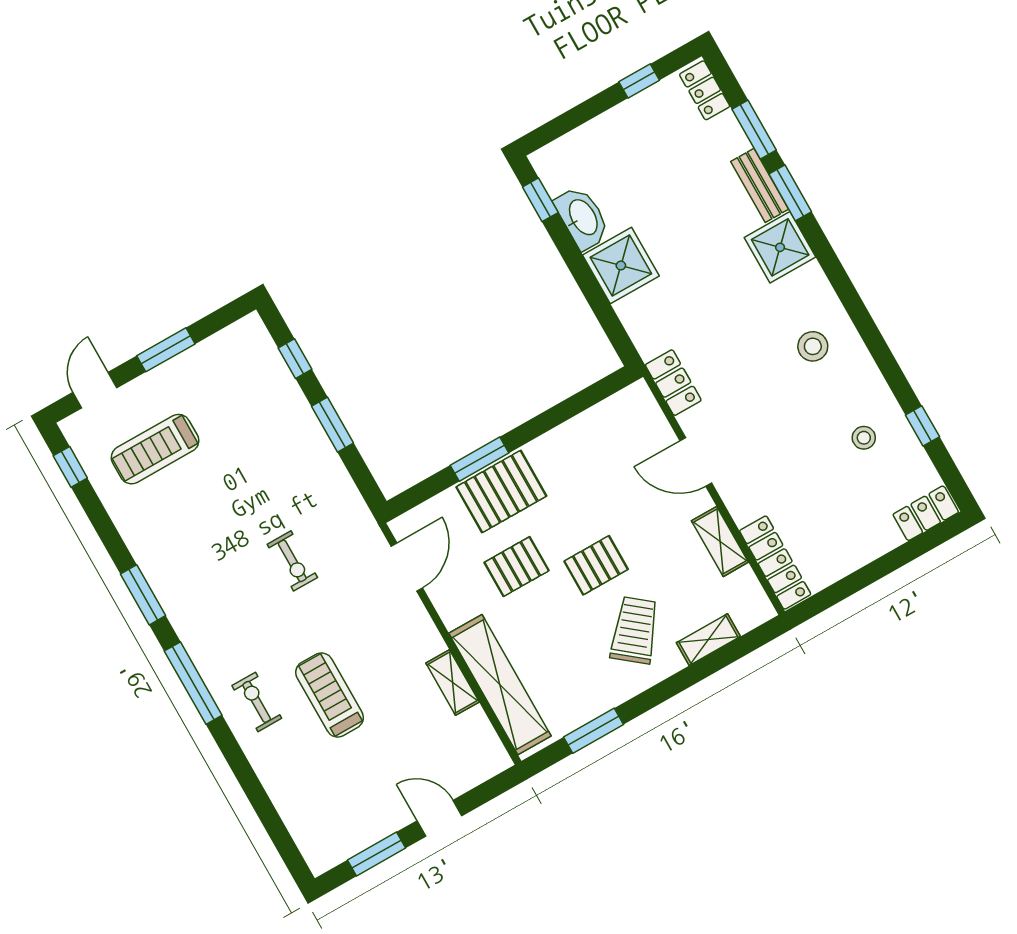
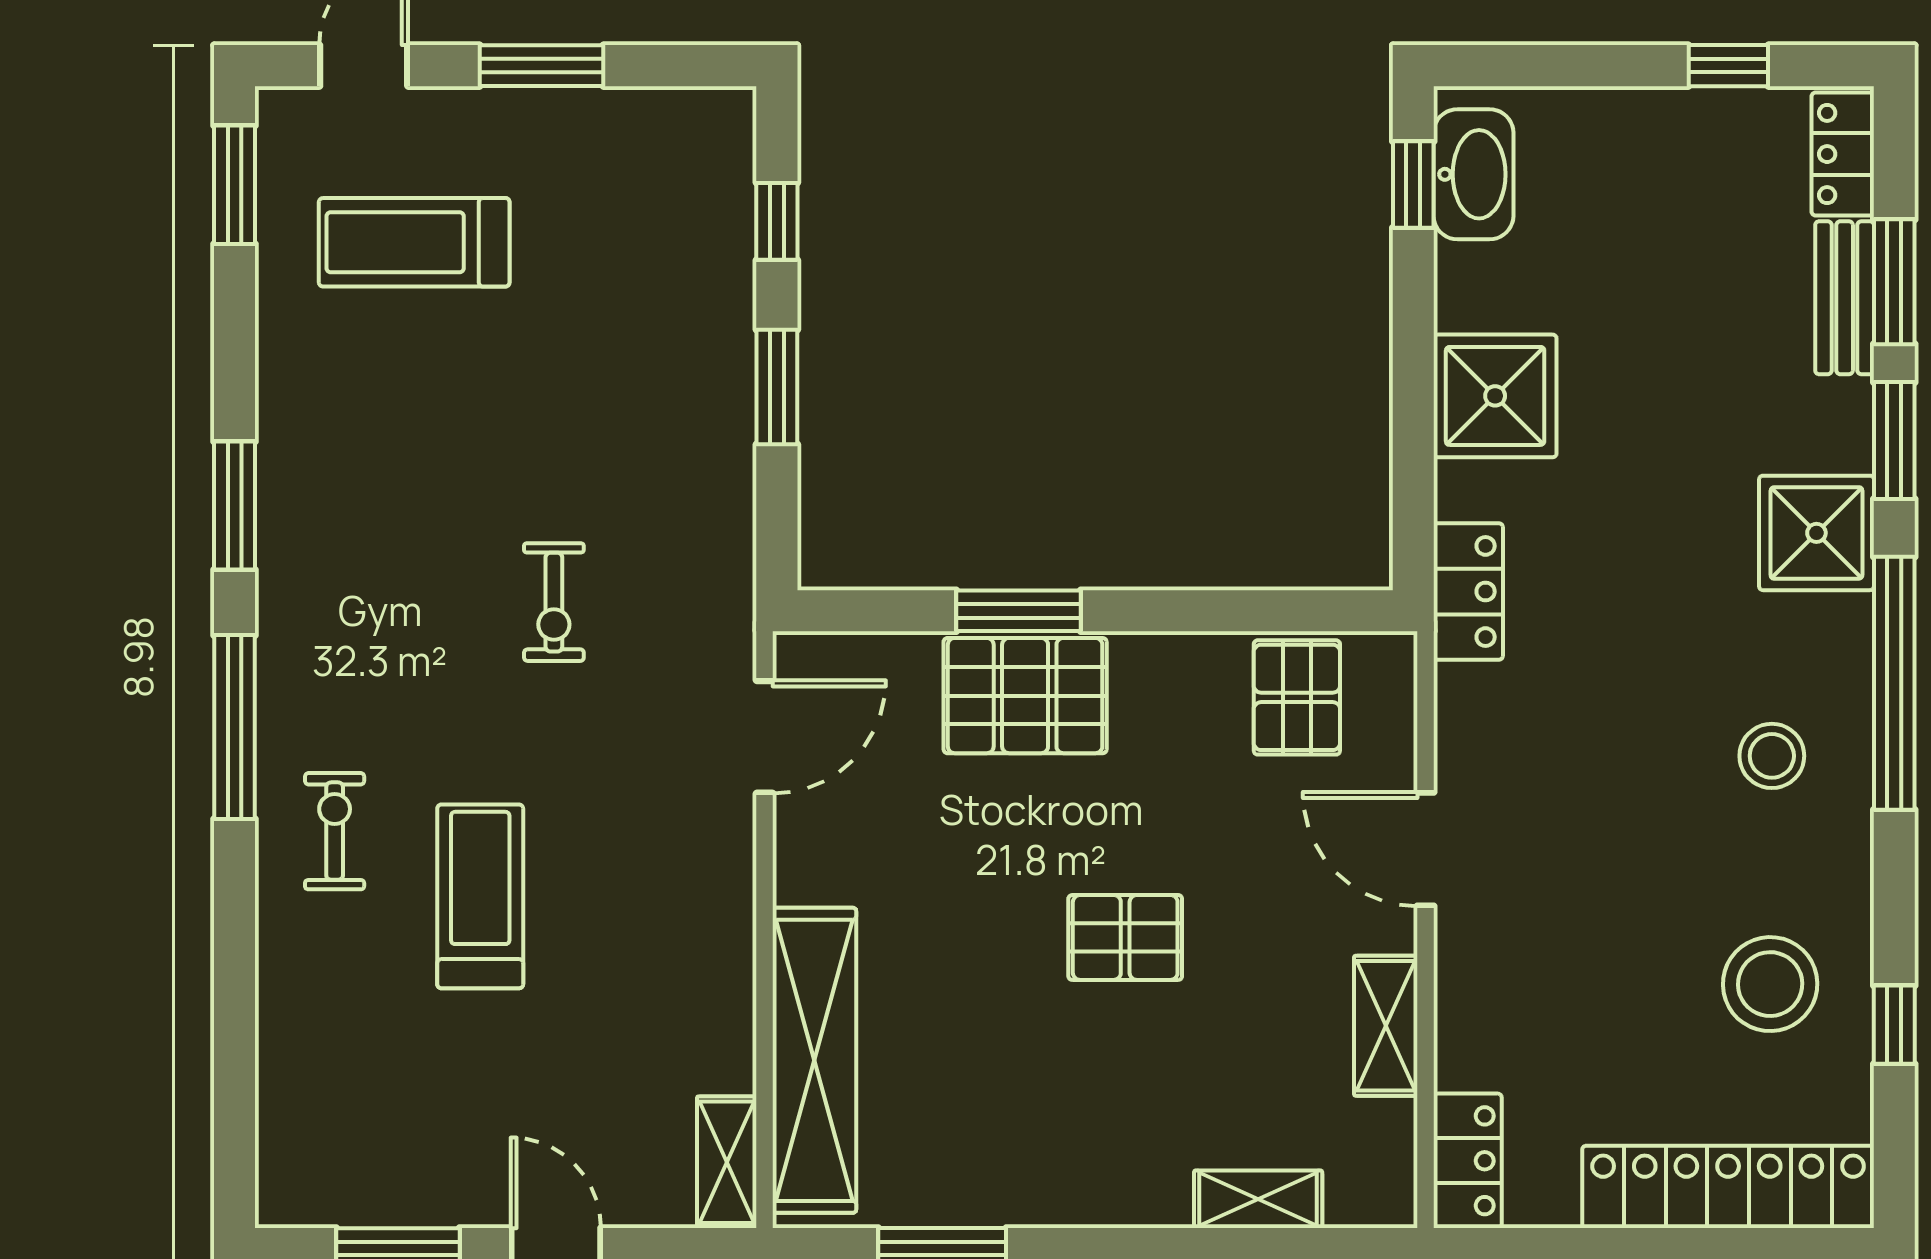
bench: (760, 185) -> (1845, 298), moved
washbasin: (582, 218) -> (1473, 174), moved
window: (845, 290) -> (1894, 683), added
locker: (673, 383) -> (1468, 592), moved
stool: (864, 438) -> (1770, 984), width x1.89, depth x1.89
window: (70, 467) -> (234, 185), width x1.50
locker: (926, 513) -> (1728, 1187), width x2.16, depth x1.21
locker: (775, 563) -> (1468, 1161), width x0.66
pallet: (517, 567) -> (1297, 697), moved, turned 90
trolley: (635, 630) -> (1128, 1102), removed
shelving: (453, 682) -> (727, 1162), moved

